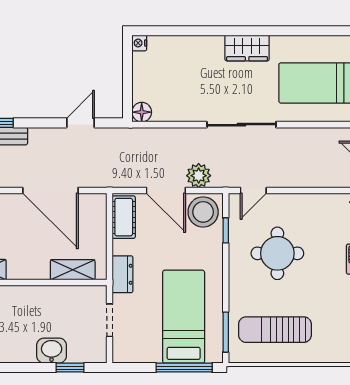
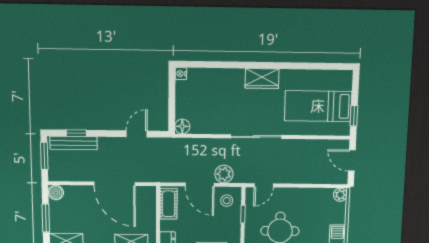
stool: (203, 212) -> (227, 201), width x0.53, depth x0.53

